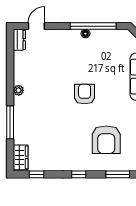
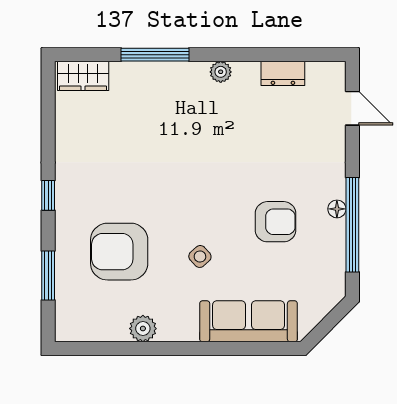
dresser: (19, 40) -> (283, 73), moved
armchair: (85, 94) -> (275, 222), moved
side table: (109, 100) -> (200, 256), added
window: (37, 174) -> (48, 109), removed

